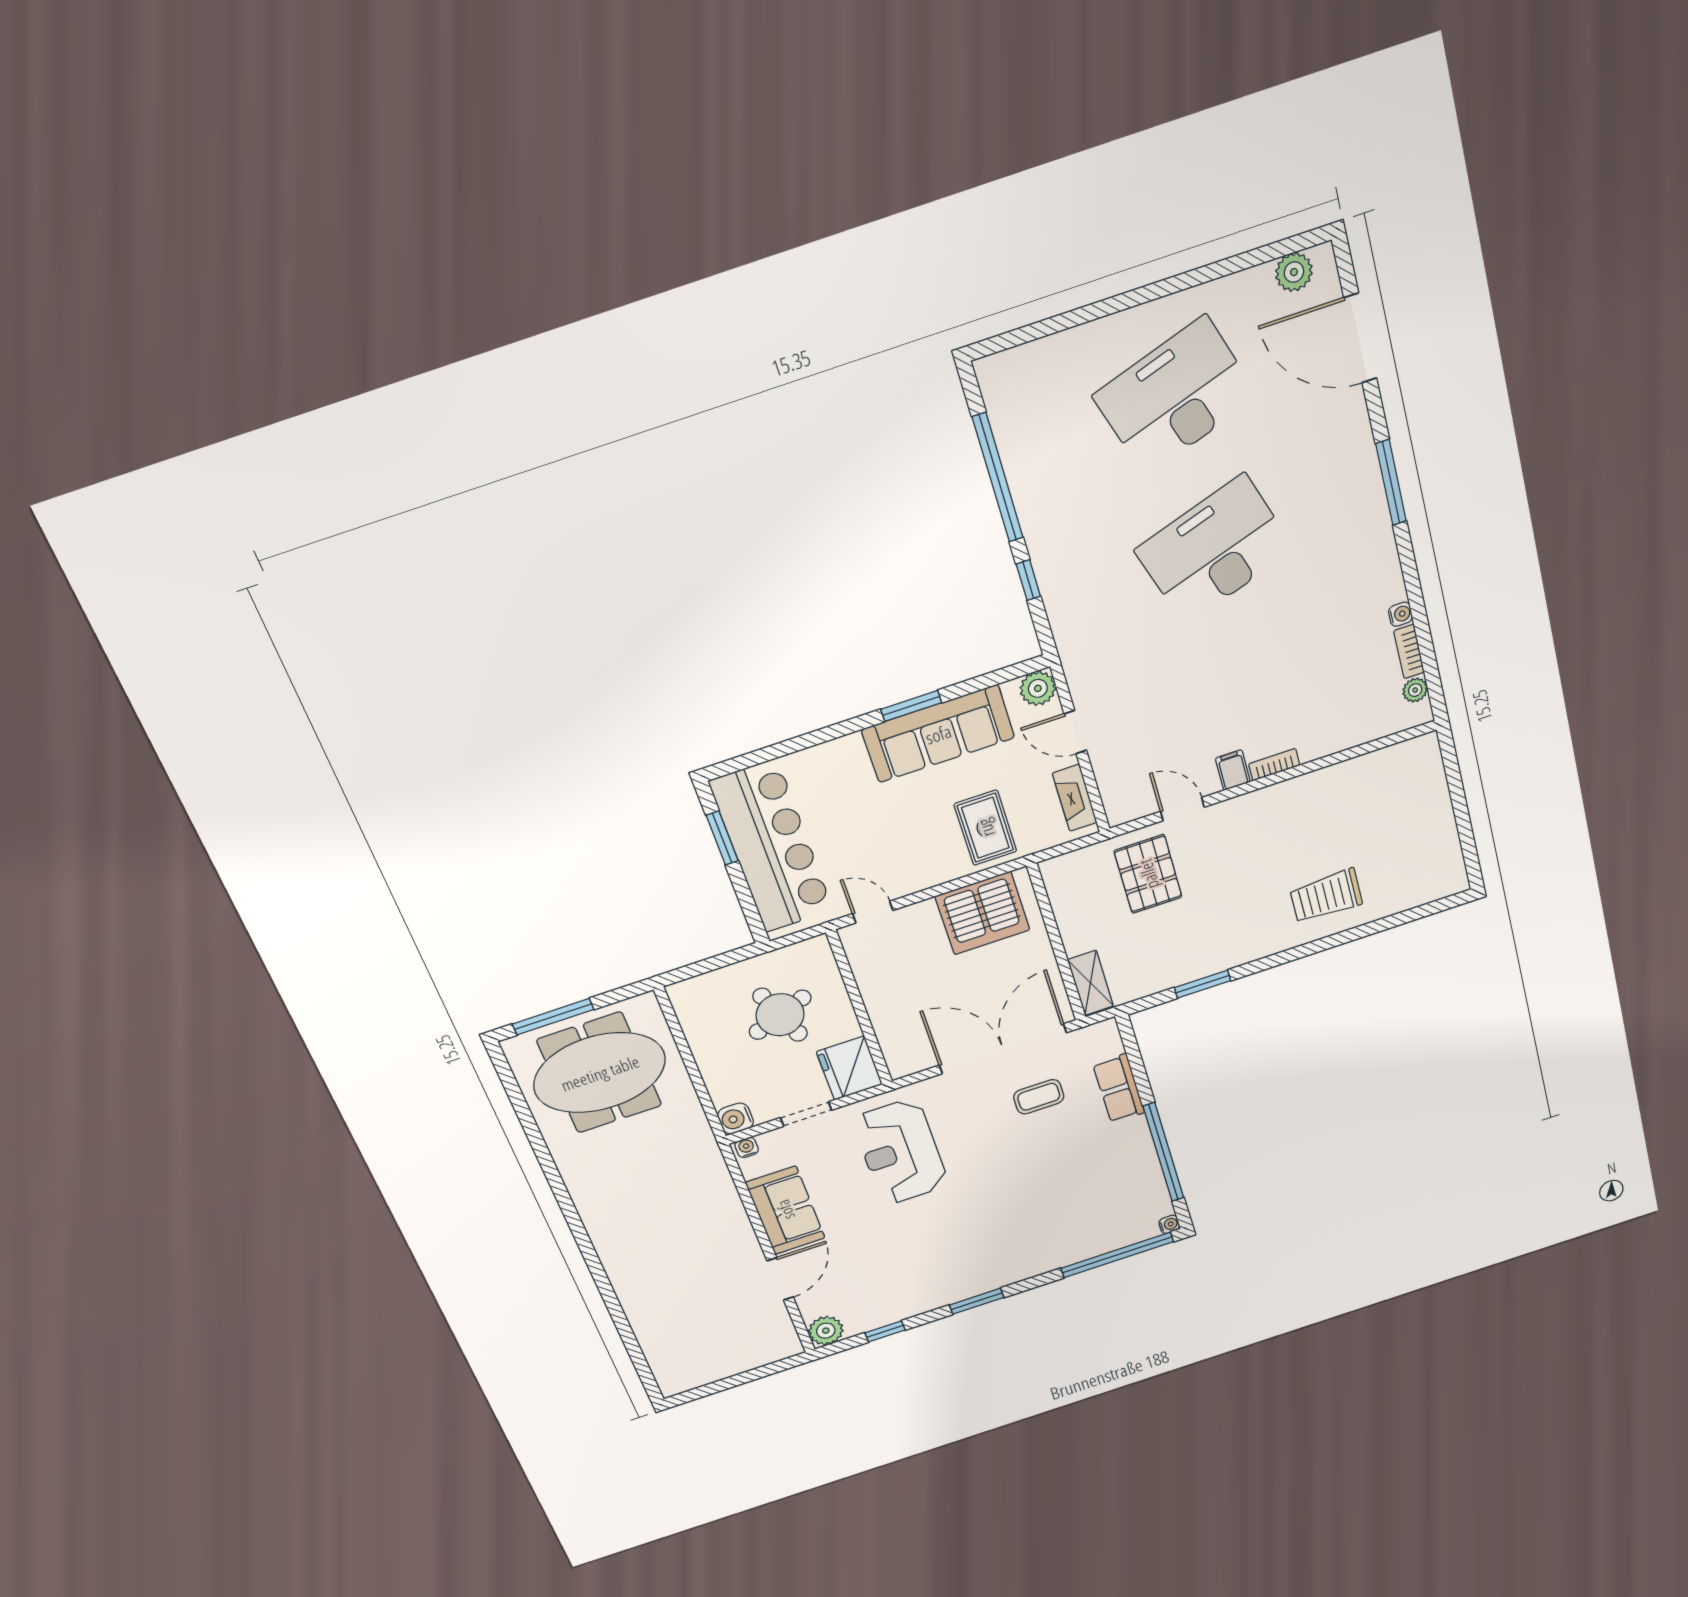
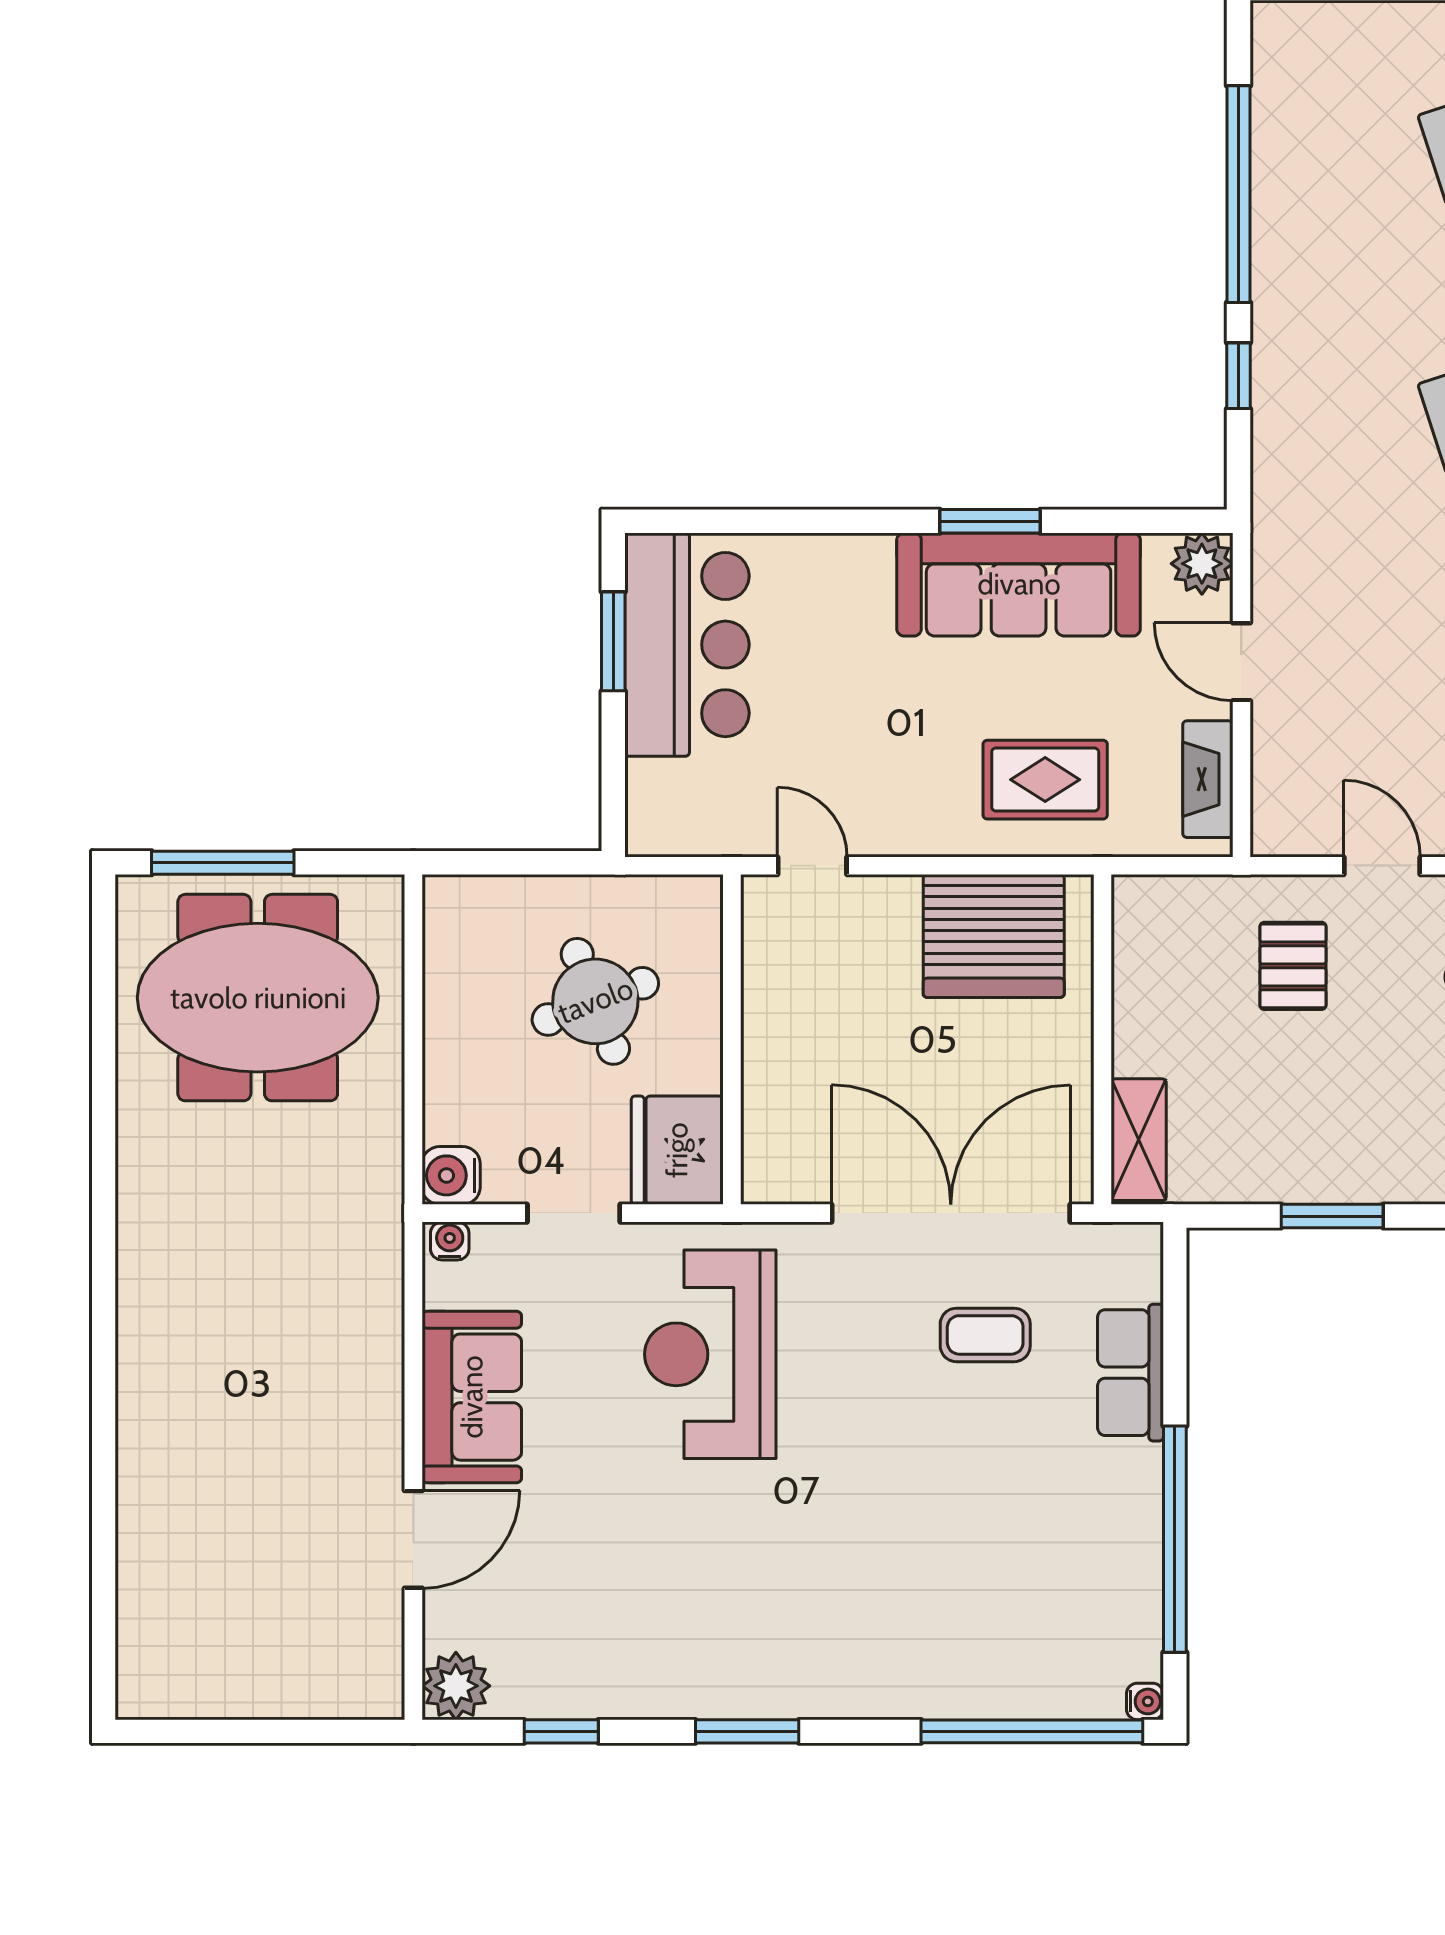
rug: (985, 828) -> (1045, 780), turned 90
bar counter: (771, 847) -> (687, 645), width x0.73
pallet: (1148, 874) -> (1293, 966), width x0.67, depth x0.71

